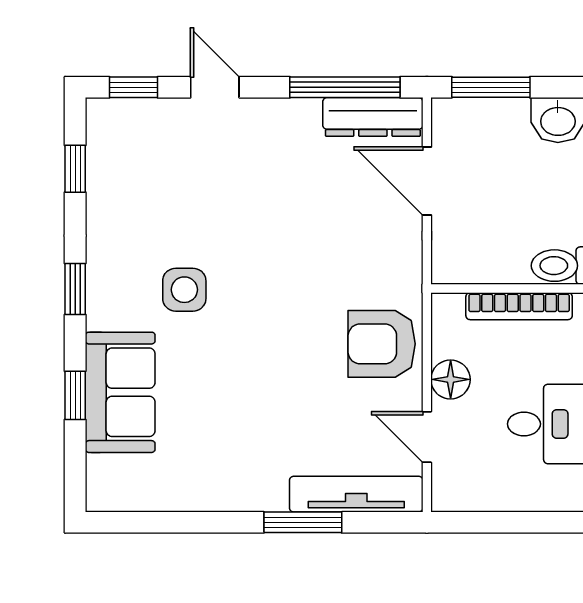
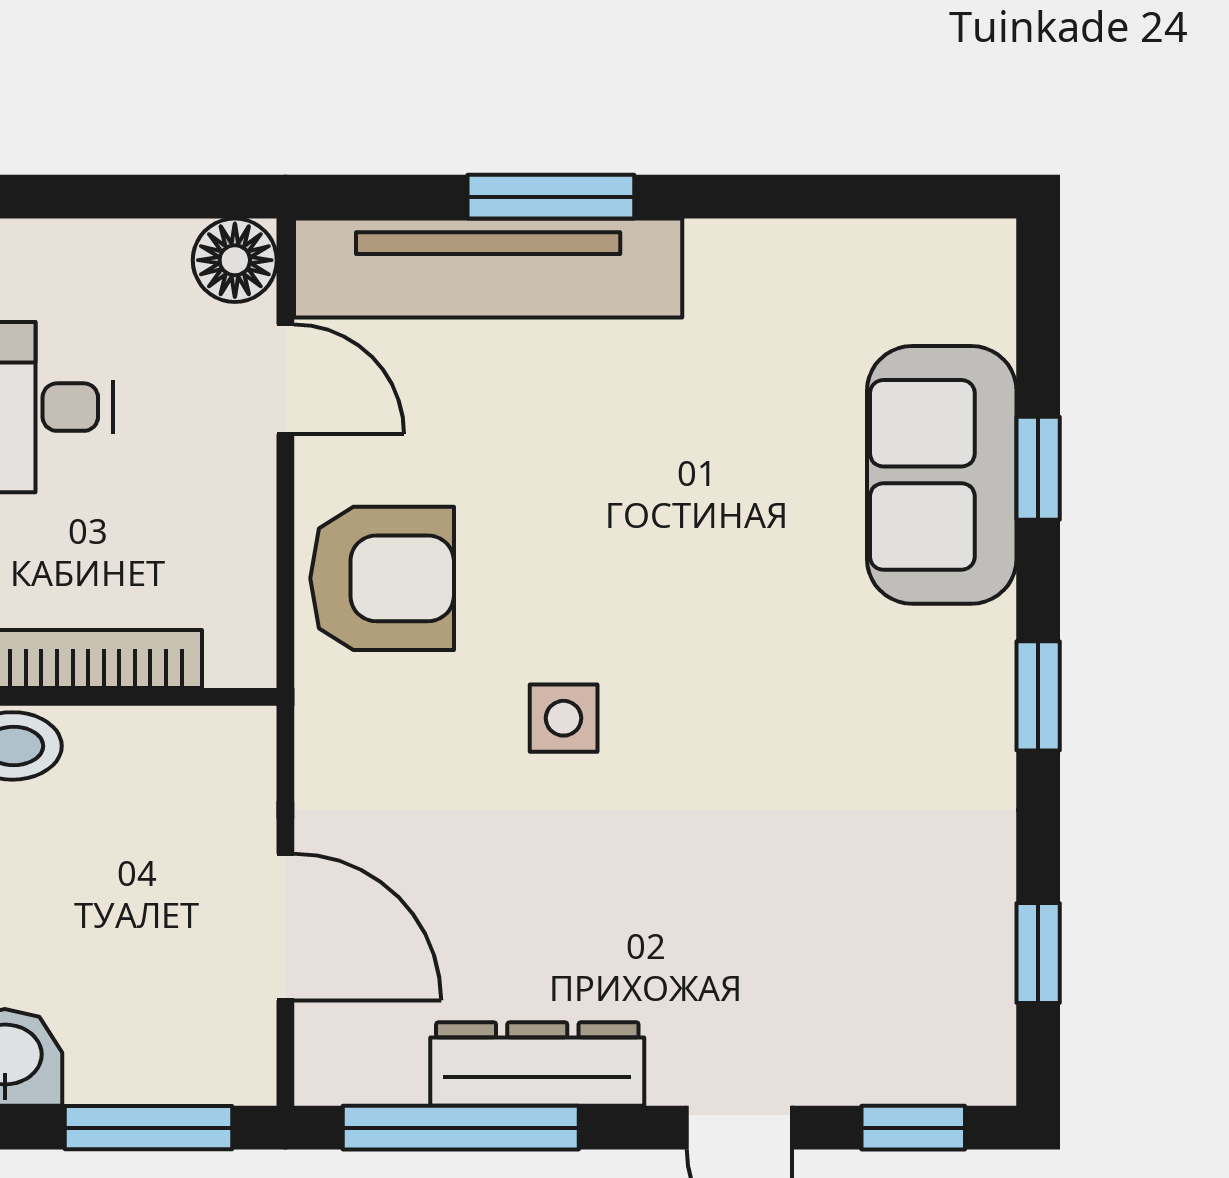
dresser: (373, 117) -> (537, 1064), moved
side table: (184, 290) -> (564, 718), moved, width x0.73, depth x0.73
floor lamp: (451, 379) -> (235, 260), moved
tv unit: (356, 494) -> (488, 268), width x1.36, depth x1.29

